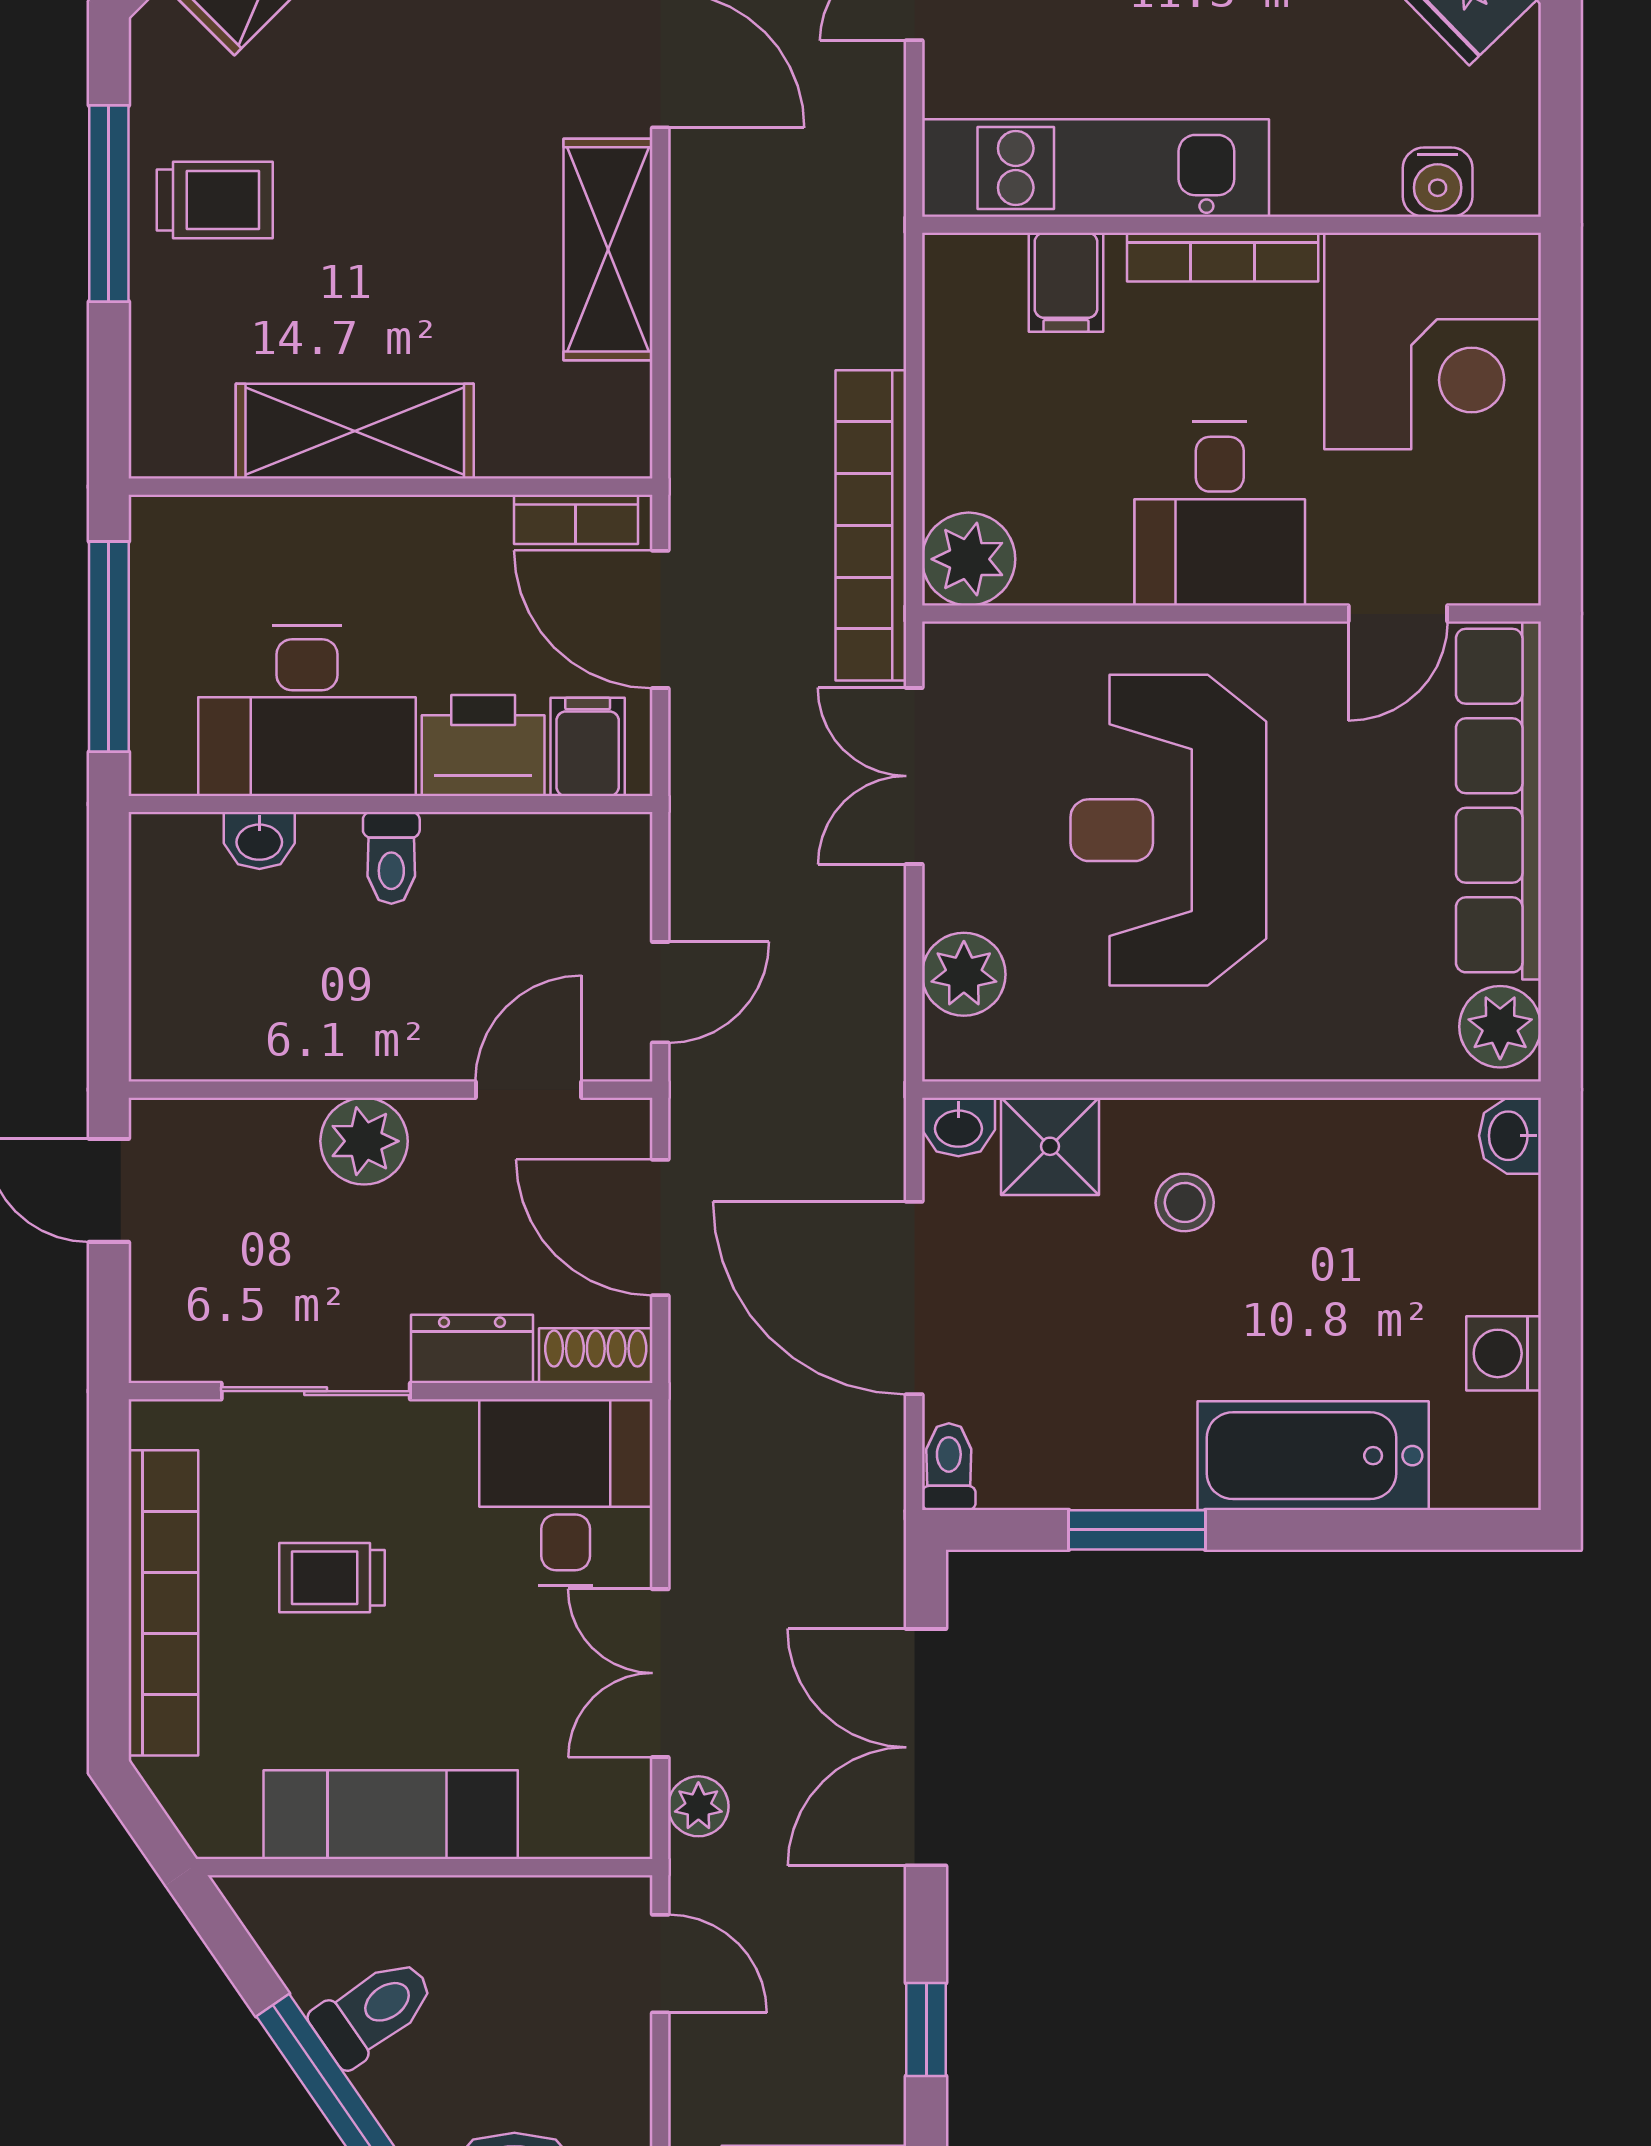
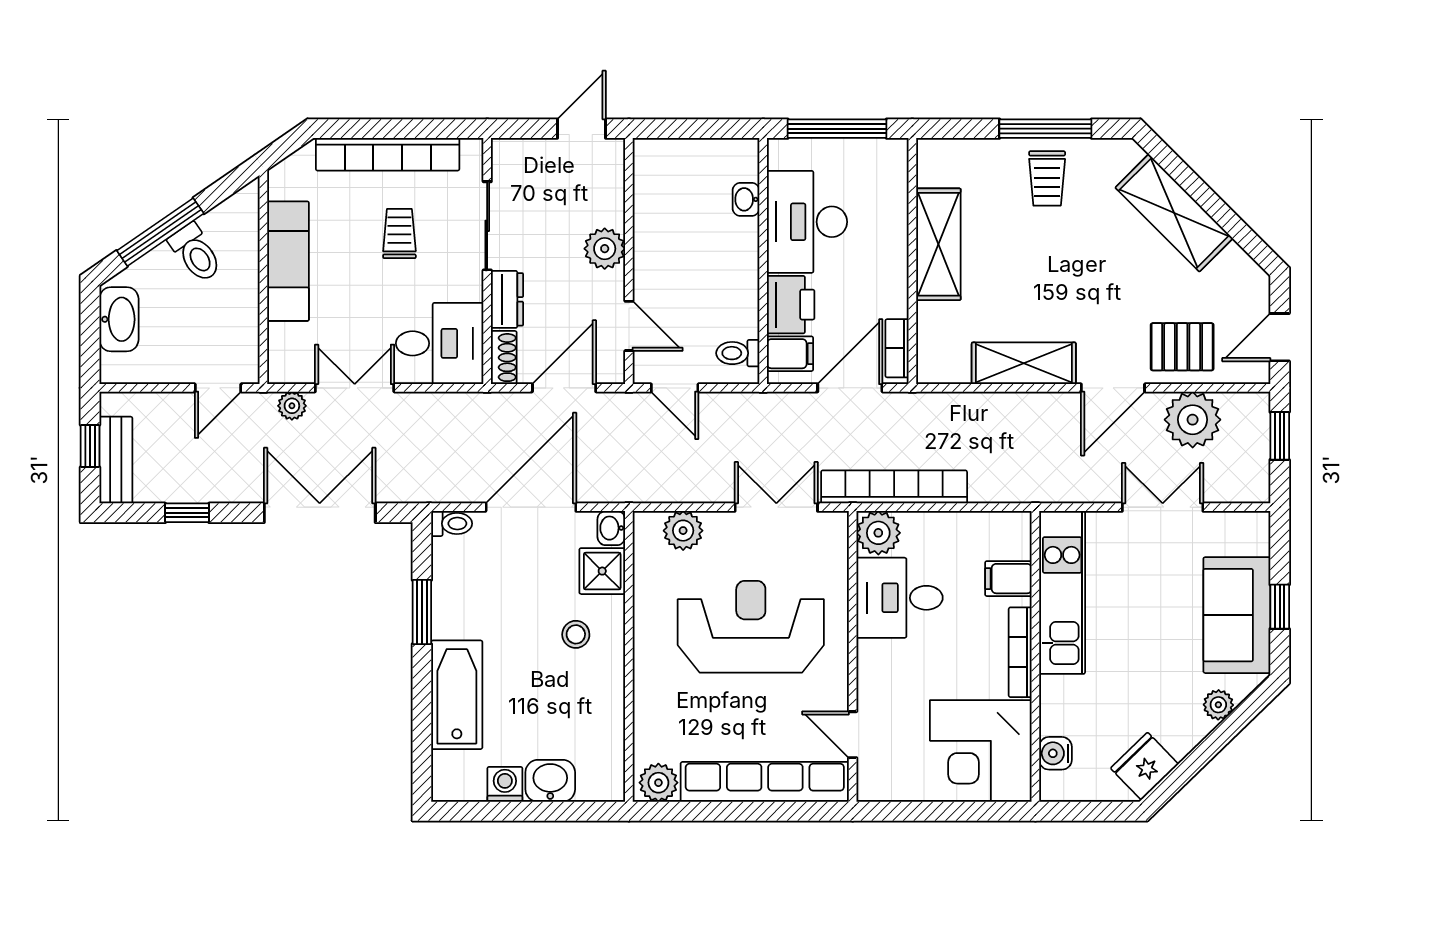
desk: (1220, 514) -> (900, 598), moved
toilet: (391, 858) -> (738, 353), moved
washbasin: (1510, 1136) -> (550, 781), moved, width x1.38, depth x1.45

